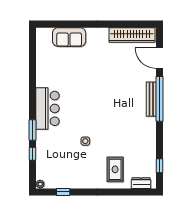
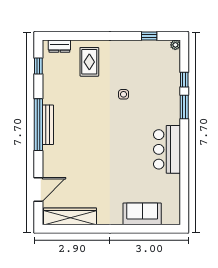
door: (159, 58) -> (38, 190), hinge flipped
bench: (151, 99) -> (48, 125), moved
window: (159, 99) -> (38, 125), moved
bar counter: (47, 108) -> (167, 149), moved

